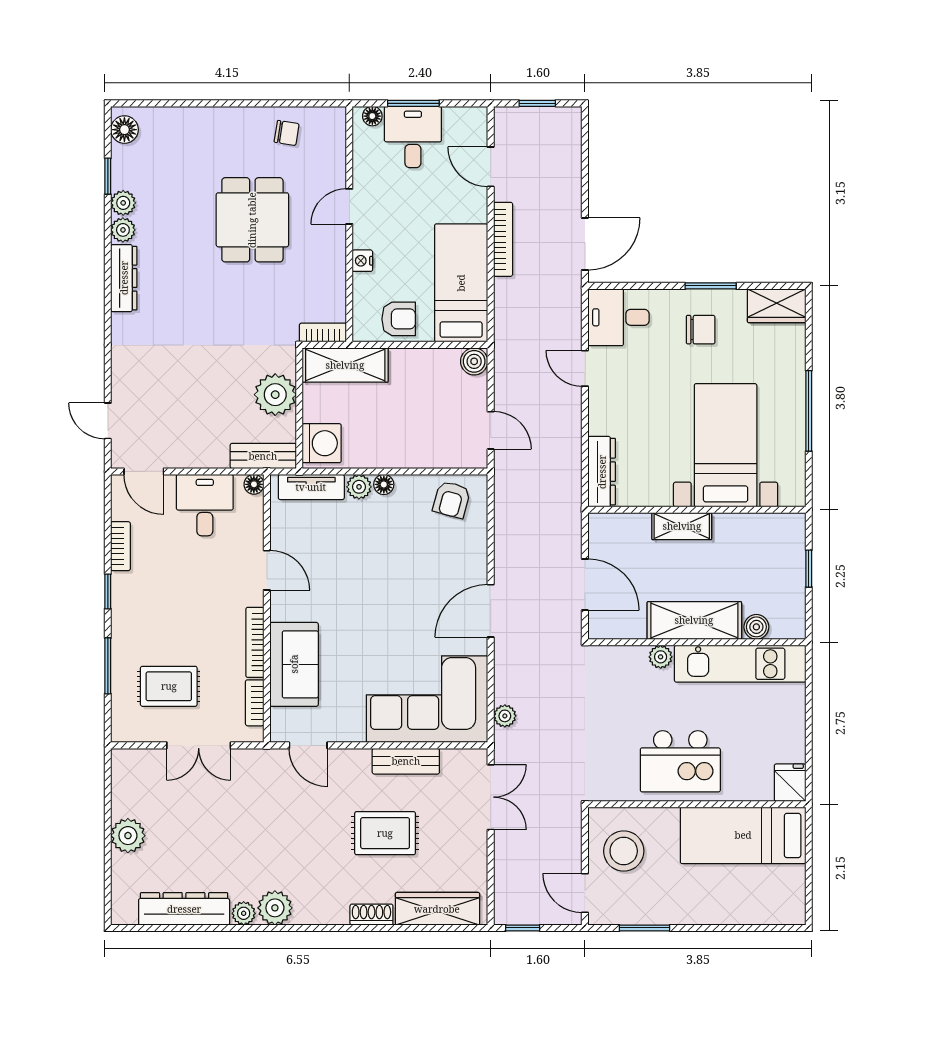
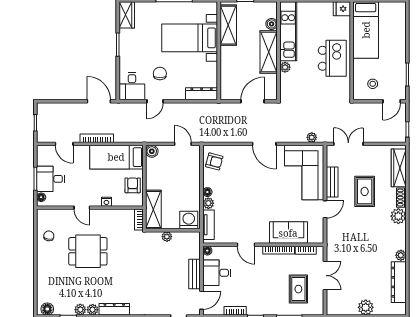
door: (491, 167) -> (64, 144), hinge flipped
chair: (701, 330) -> (160, 73), moved
plant: (275, 395) -> (167, 237), width x0.53, depth x0.53
door: (491, 430) -> (183, 144), hinge flipped
bench: (263, 456) -> (194, 274), moved
shelving: (682, 526) -> (228, 25), moved, width x1.50, depth x1.33
door: (267, 570) -> (246, 245), swing flipped
door: (308, 745) -> (325, 209), moved
stool: (624, 851) -> (373, 84), width x0.53, depth x0.53
plant: (275, 908) -> (398, 216), moved

